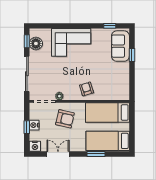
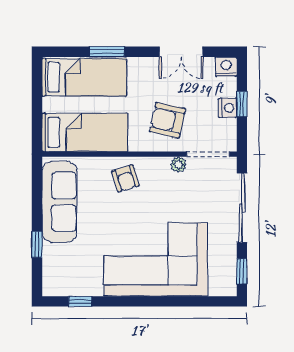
corner sofa: (71, 42) -> (156, 259), width x1.36, depth x1.36
floor lamp: (36, 44) -> (224, 267), removed
sofa: (120, 46) -> (59, 202), moved, width x1.36

